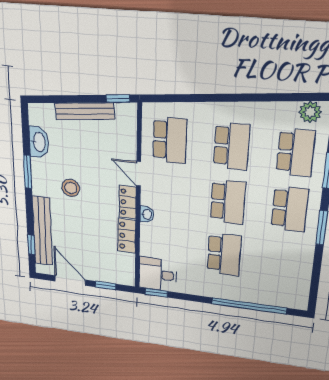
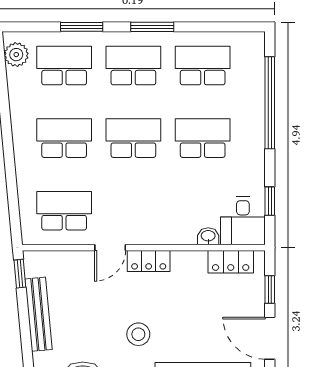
washbasin: (147, 214) -> (208, 236), moved
locker: (127, 236) -> (231, 262), moved
school desk: (284, 262) -> (203, 66), added
door: (70, 280) -> (270, 338), hinge flipped
window: (156, 293) -> (270, 201), moved

